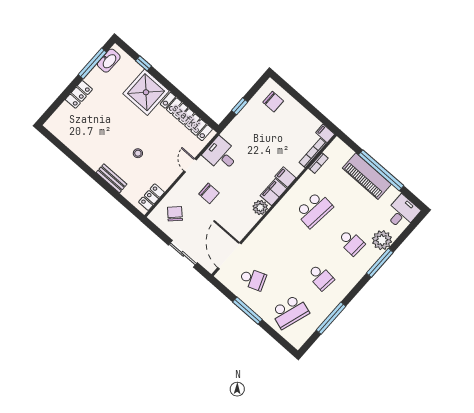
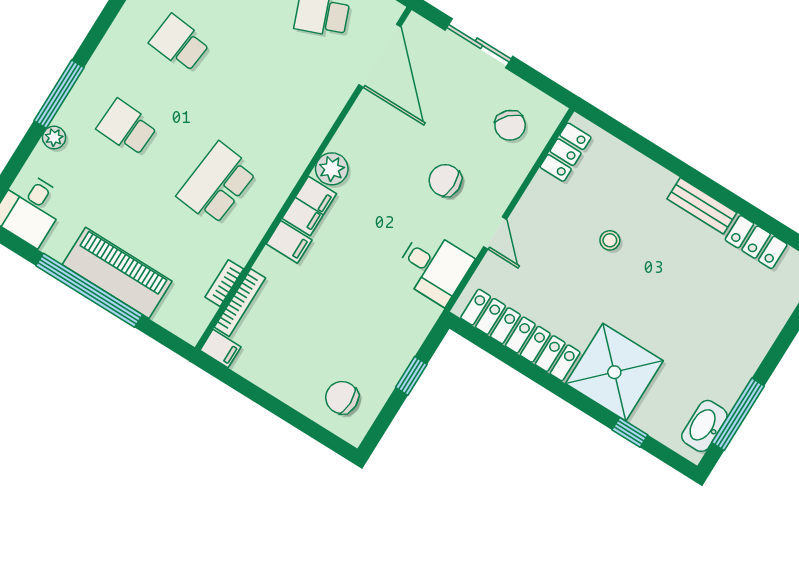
locker: (79, 94) -> (756, 242), moved, turned -90
bench: (112, 178) -> (702, 206), moved
plant: (382, 240) -> (54, 138), width x0.53, depth x0.53

